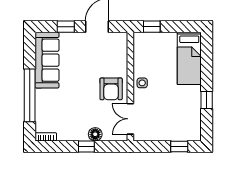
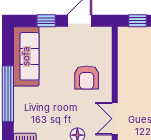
side table: (142, 83) -> (127, 80), removed
armchair: (111, 89) -> (87, 78), moved

